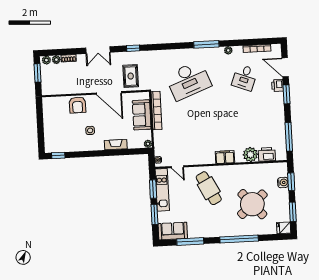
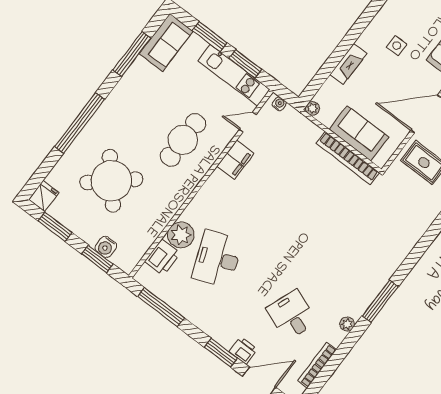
desk: (188, 80) -> (217, 259), moved, width x0.73, depth x0.77
filing cabinet: (225, 157) -> (235, 160), moved
cafe table: (209, 188) -> (183, 140), turned -63

